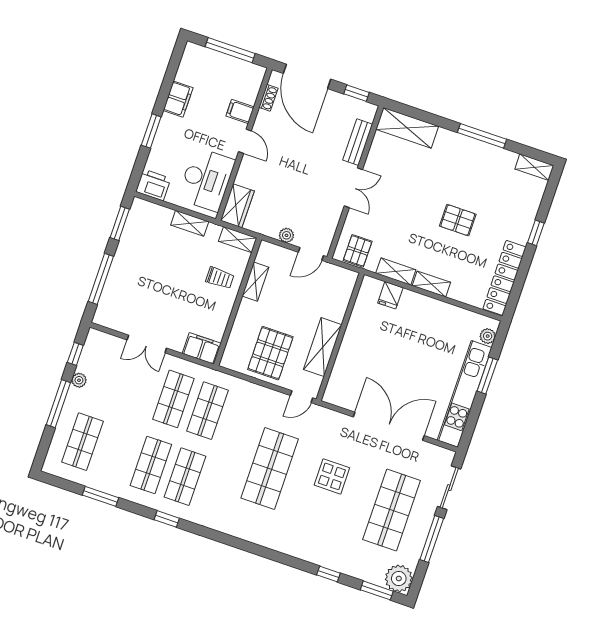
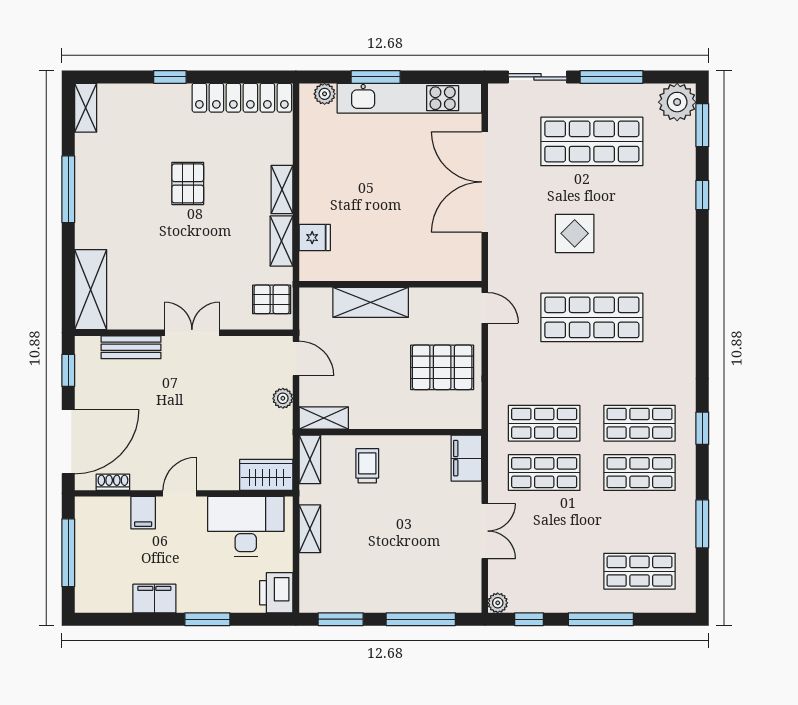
shelving: (255, 282) -> (324, 418), moved
shelving: (323, 347) -> (371, 302), moved
plant: (79, 380) -> (498, 603), moved

